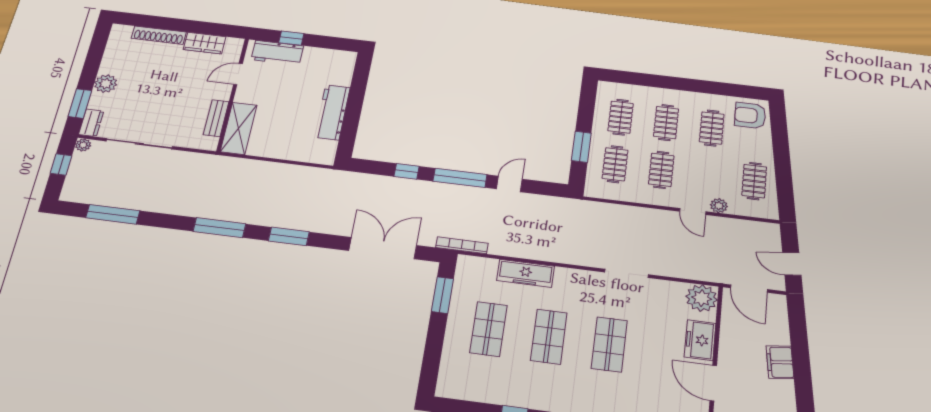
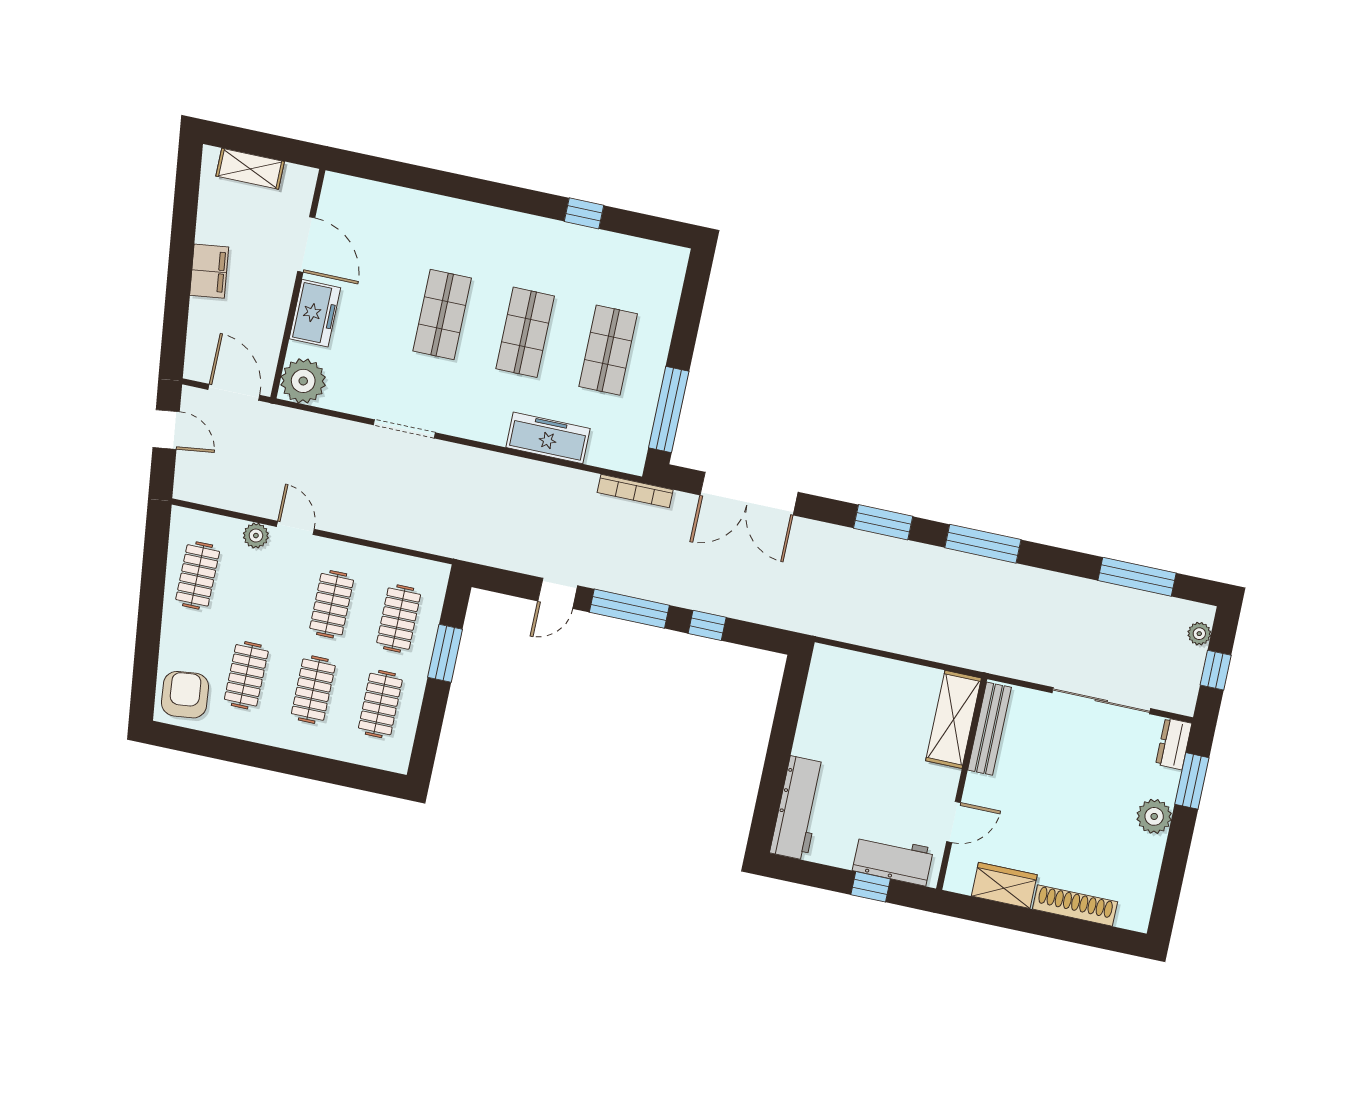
workbench: (332, 112) -> (798, 808), moved
armchair: (750, 115) -> (185, 695), turned -96
bench: (216, 118) -> (990, 729), width x1.36
plant: (83, 145) -> (1199, 634), moved
window: (442, 295) -> (669, 409), width x1.44

